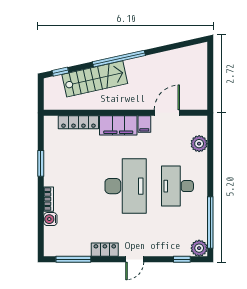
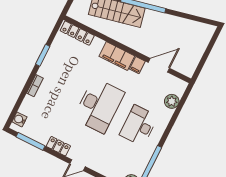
locker: (78, 122) -> (77, 33), moved
water cooler: (50, 219) -> (19, 119), moved

